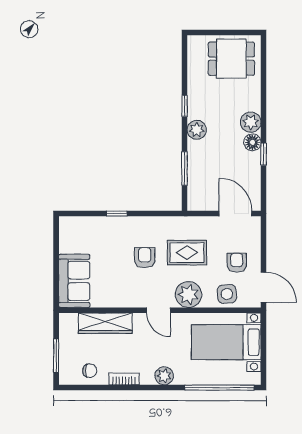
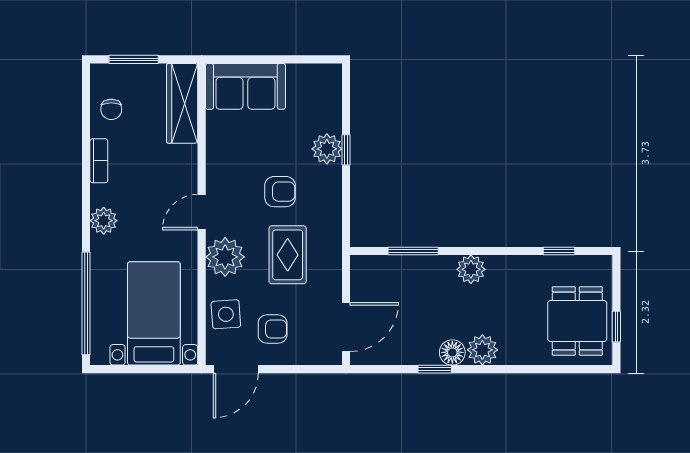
window: (235, 32) -> (616, 327), added
window: (184, 106) -> (559, 251), moved
plant: (116, 226) -> (327, 149), added
wardrobe: (105, 323) -> (182, 103), moved

